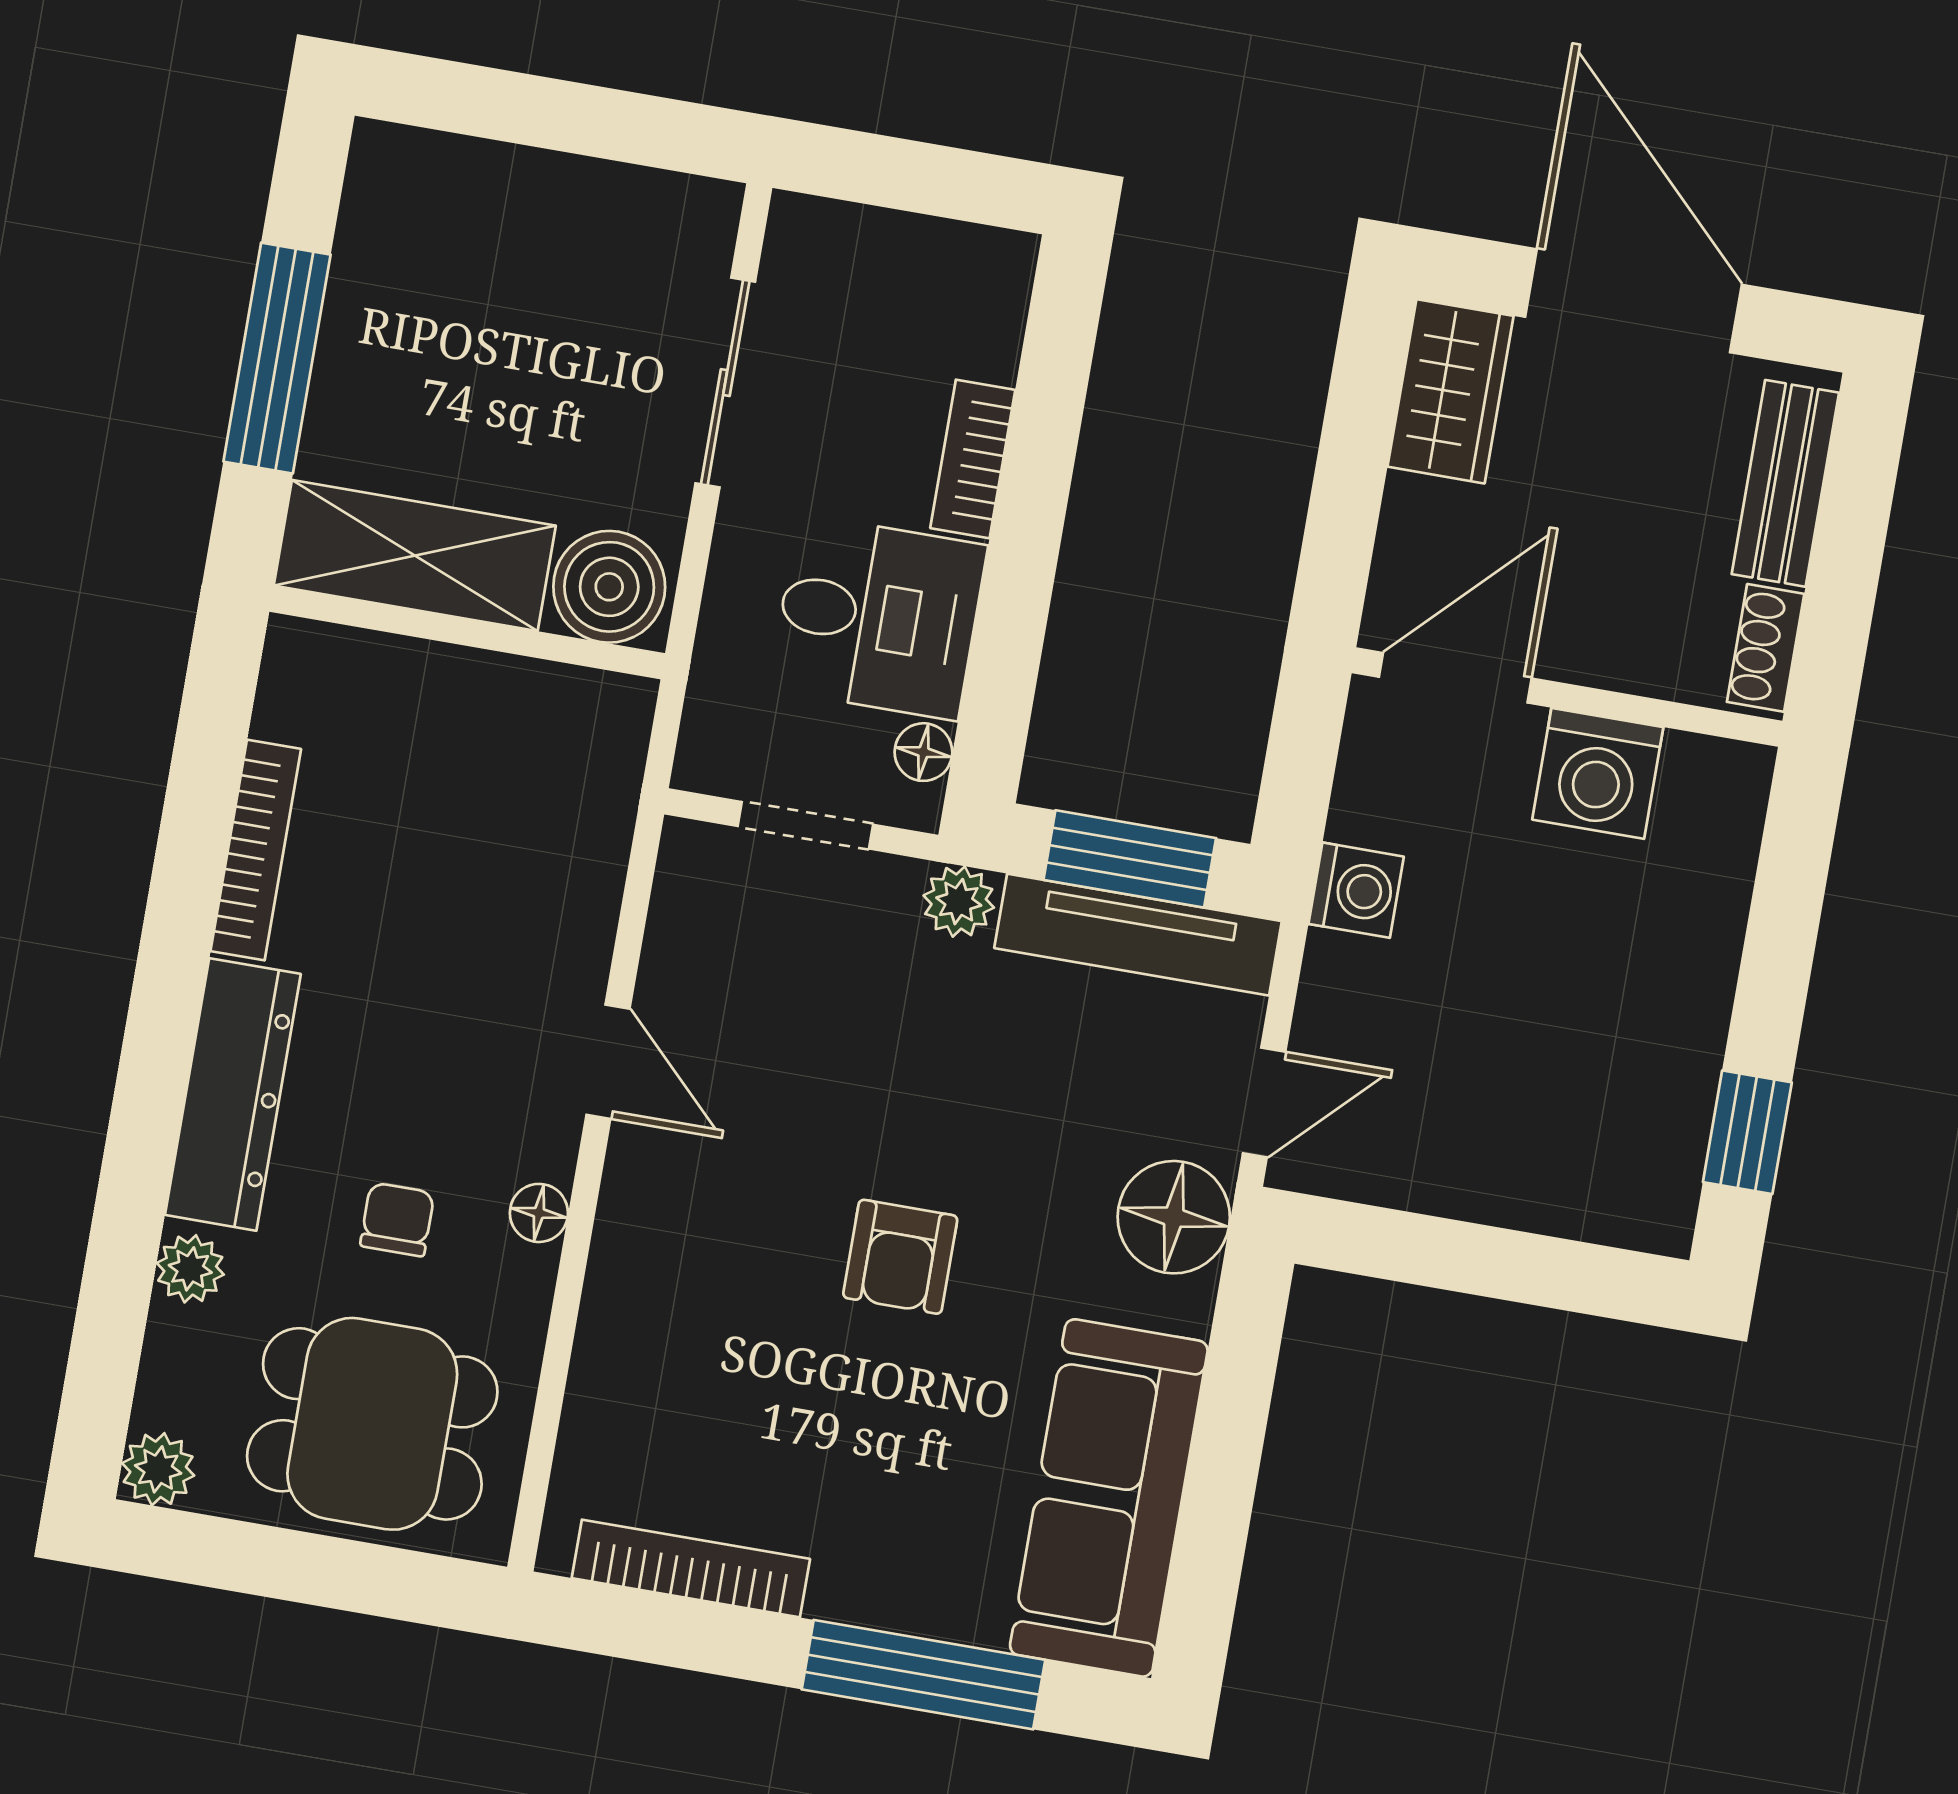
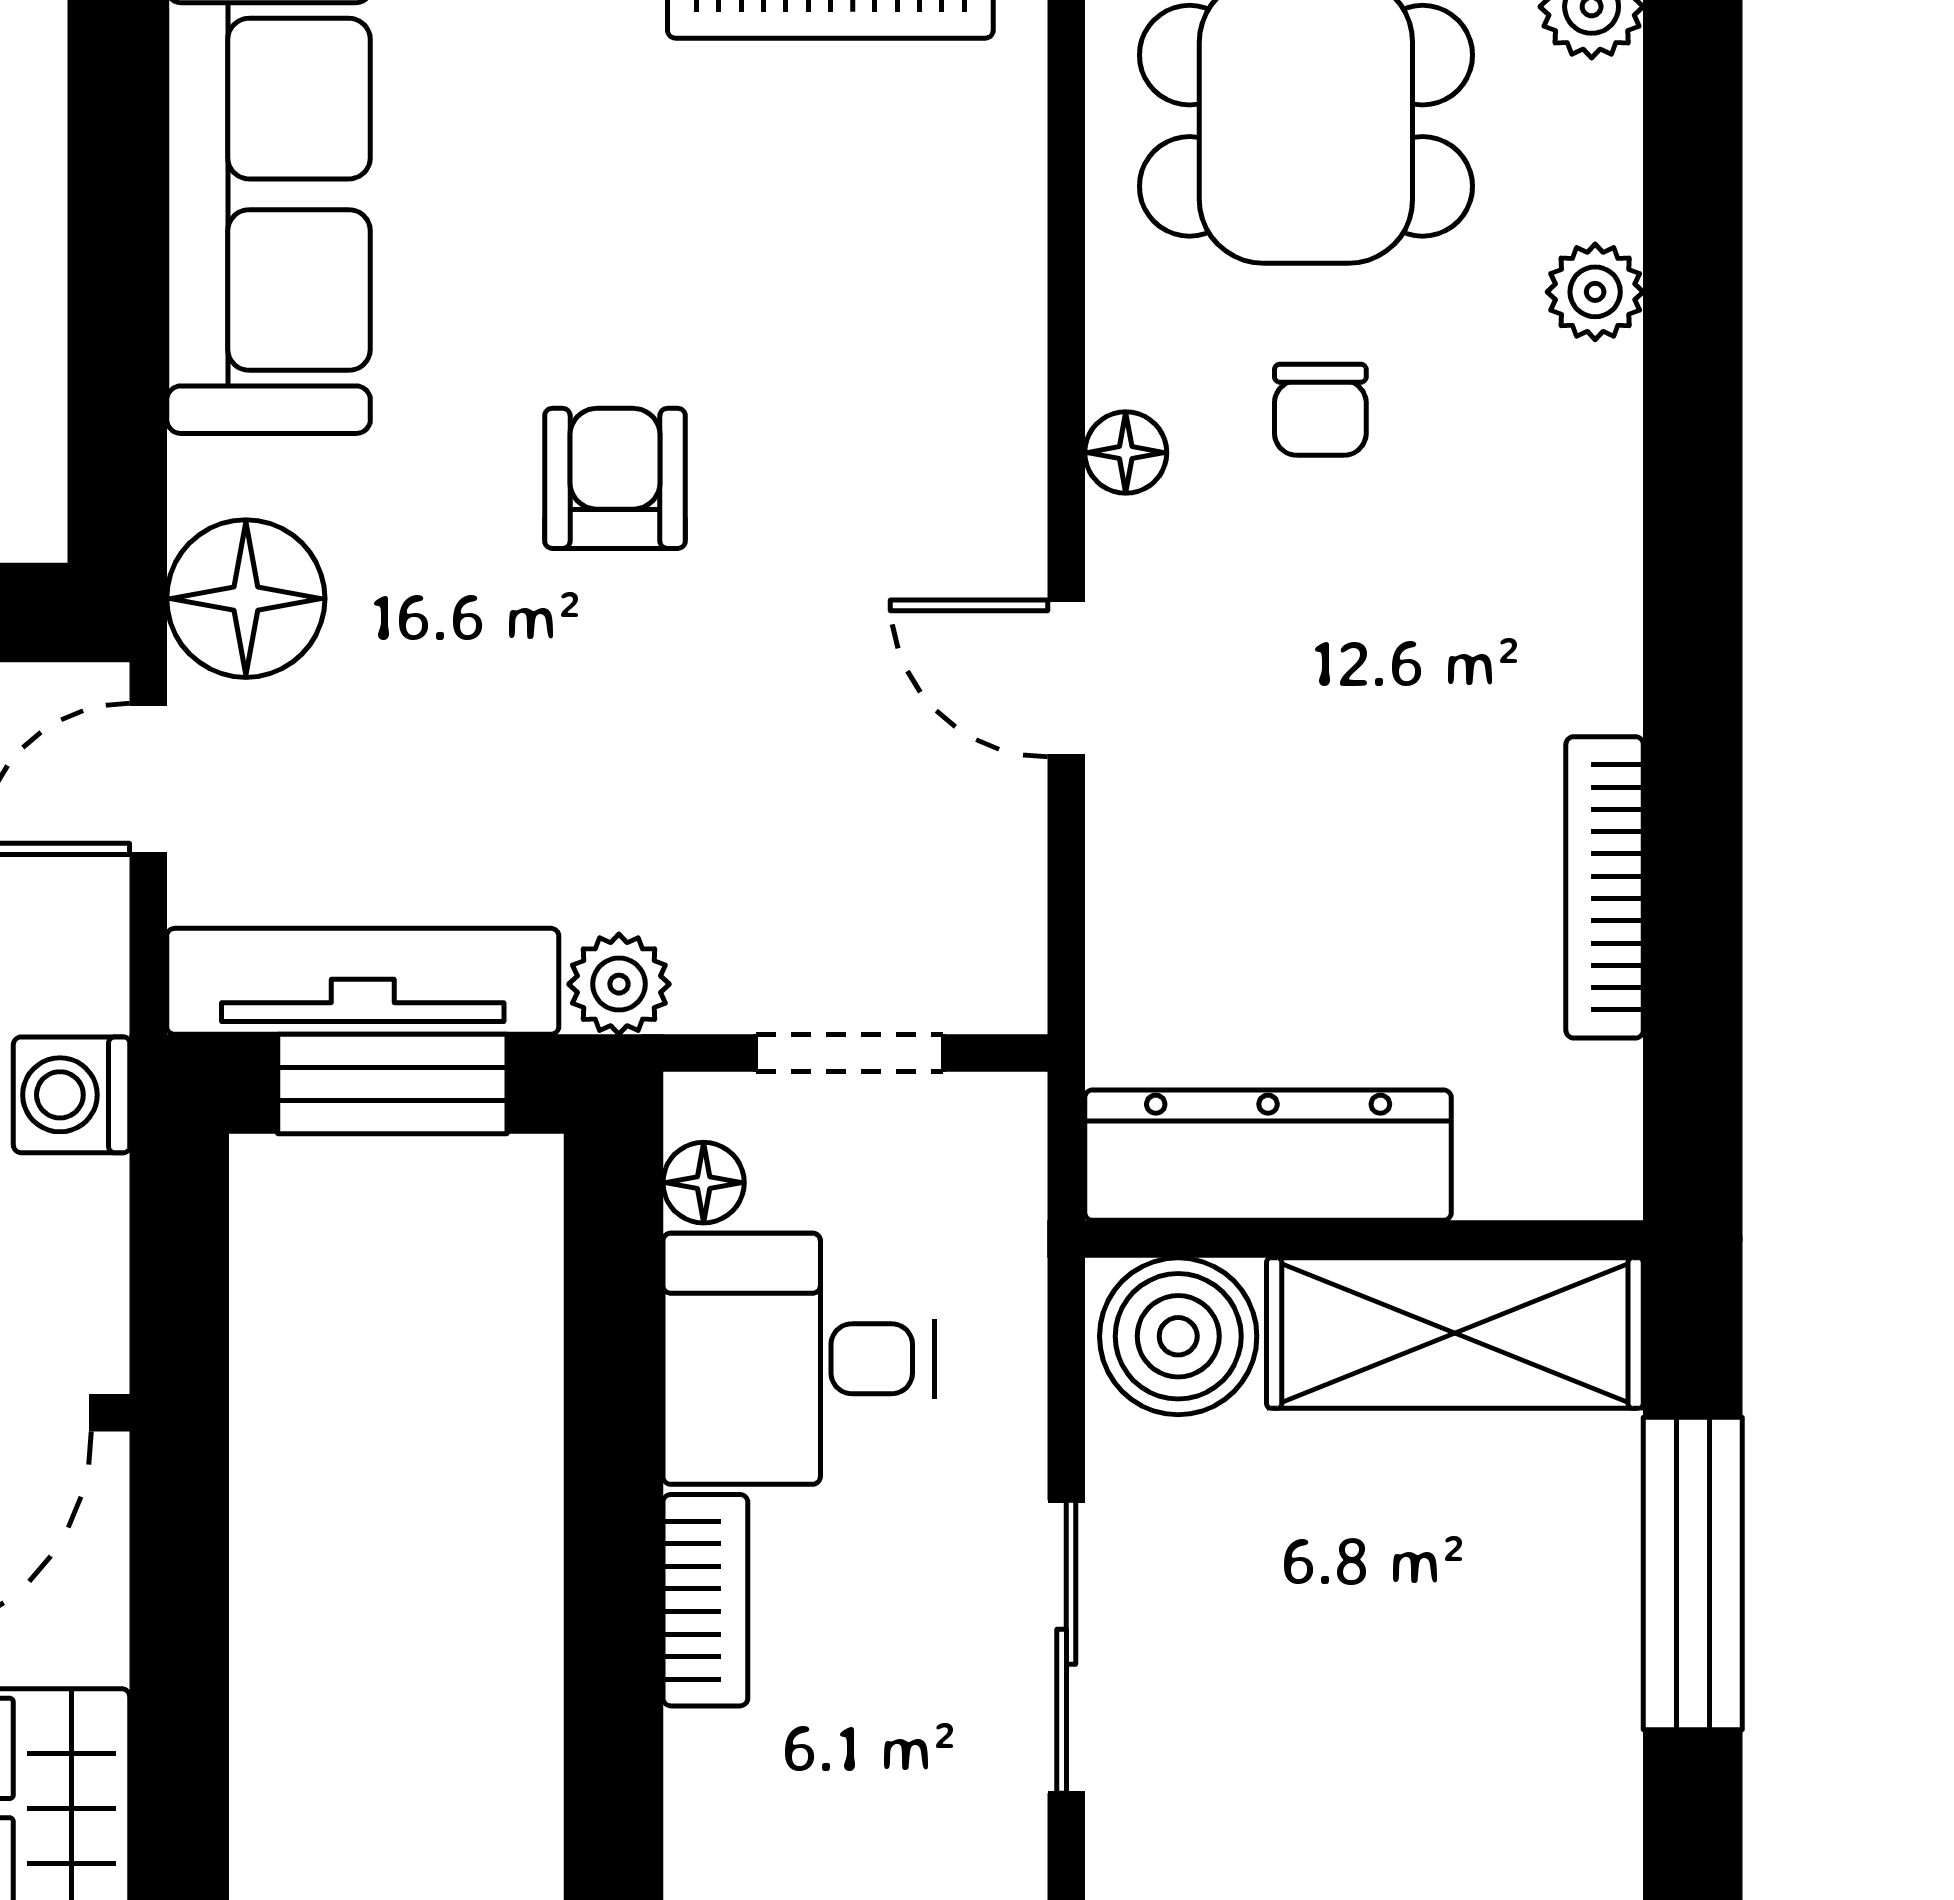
dresser: (233, 1094) -> (1268, 1155), moved, turned 90

